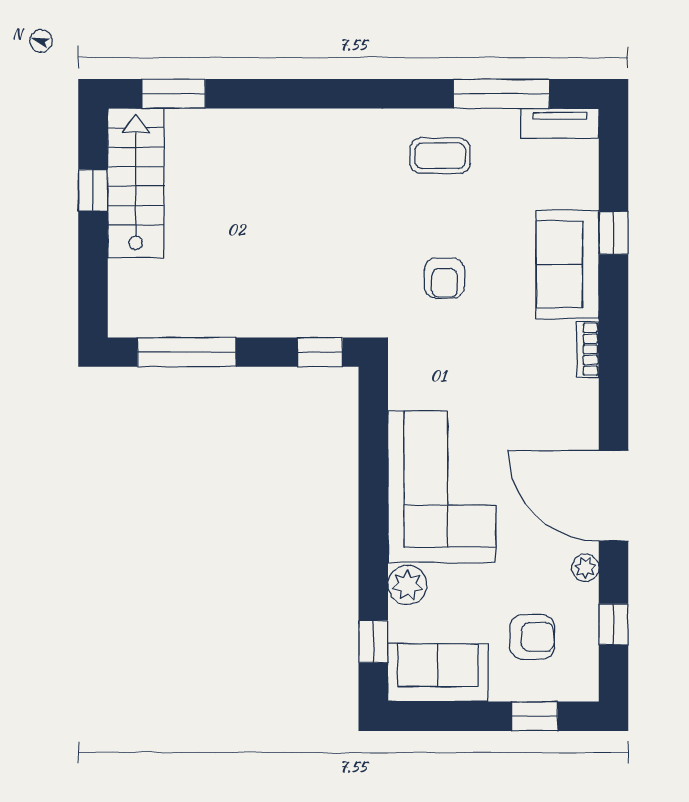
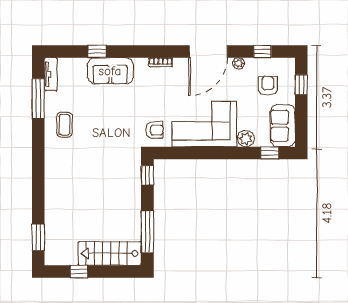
stairs: (136, 183) -> (110, 253), moved
armchair: (444, 278) -> (154, 130), moved
bookcase: (588, 349) -> (161, 62), moved

